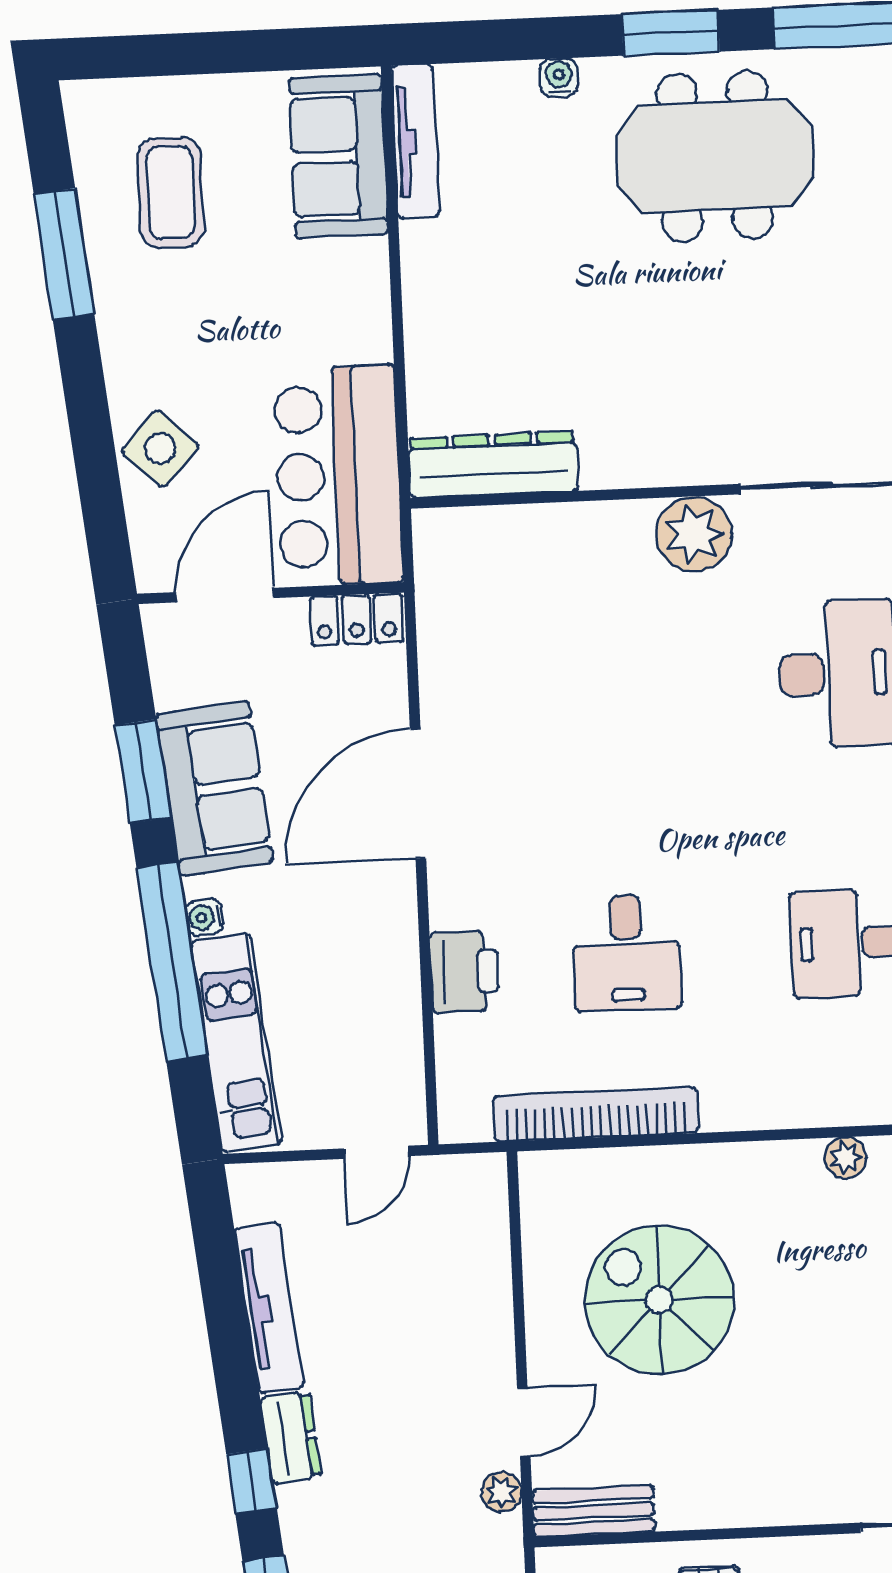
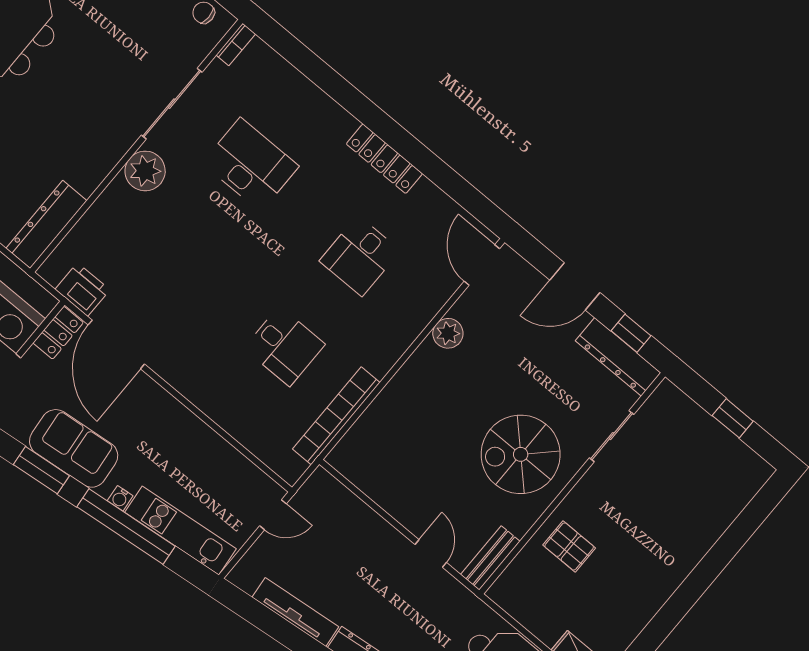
door: (418, 793) -> (116, 344), moved
printer: (464, 972) -> (82, 290), moved
door: (376, 1152) -> (273, 515), hinge flipped
plant: (845, 1158) -> (448, 333), width x1.38, depth x1.38
spiral stairs: (659, 1300) -> (521, 454), moved
plant: (501, 1492) -> (450, 587), removed

